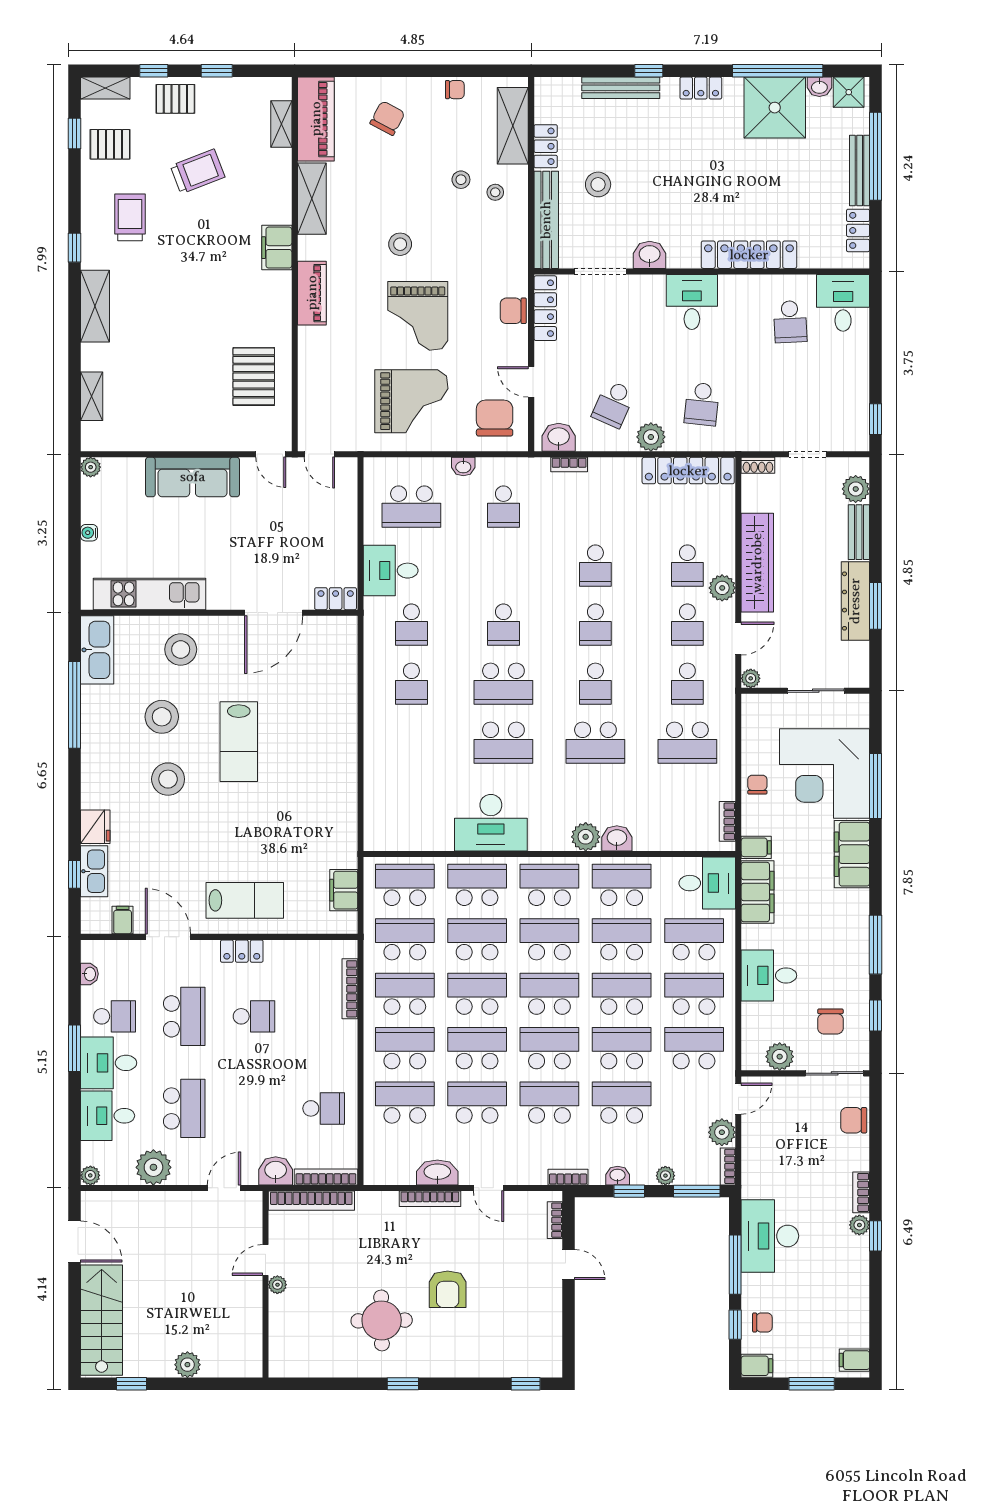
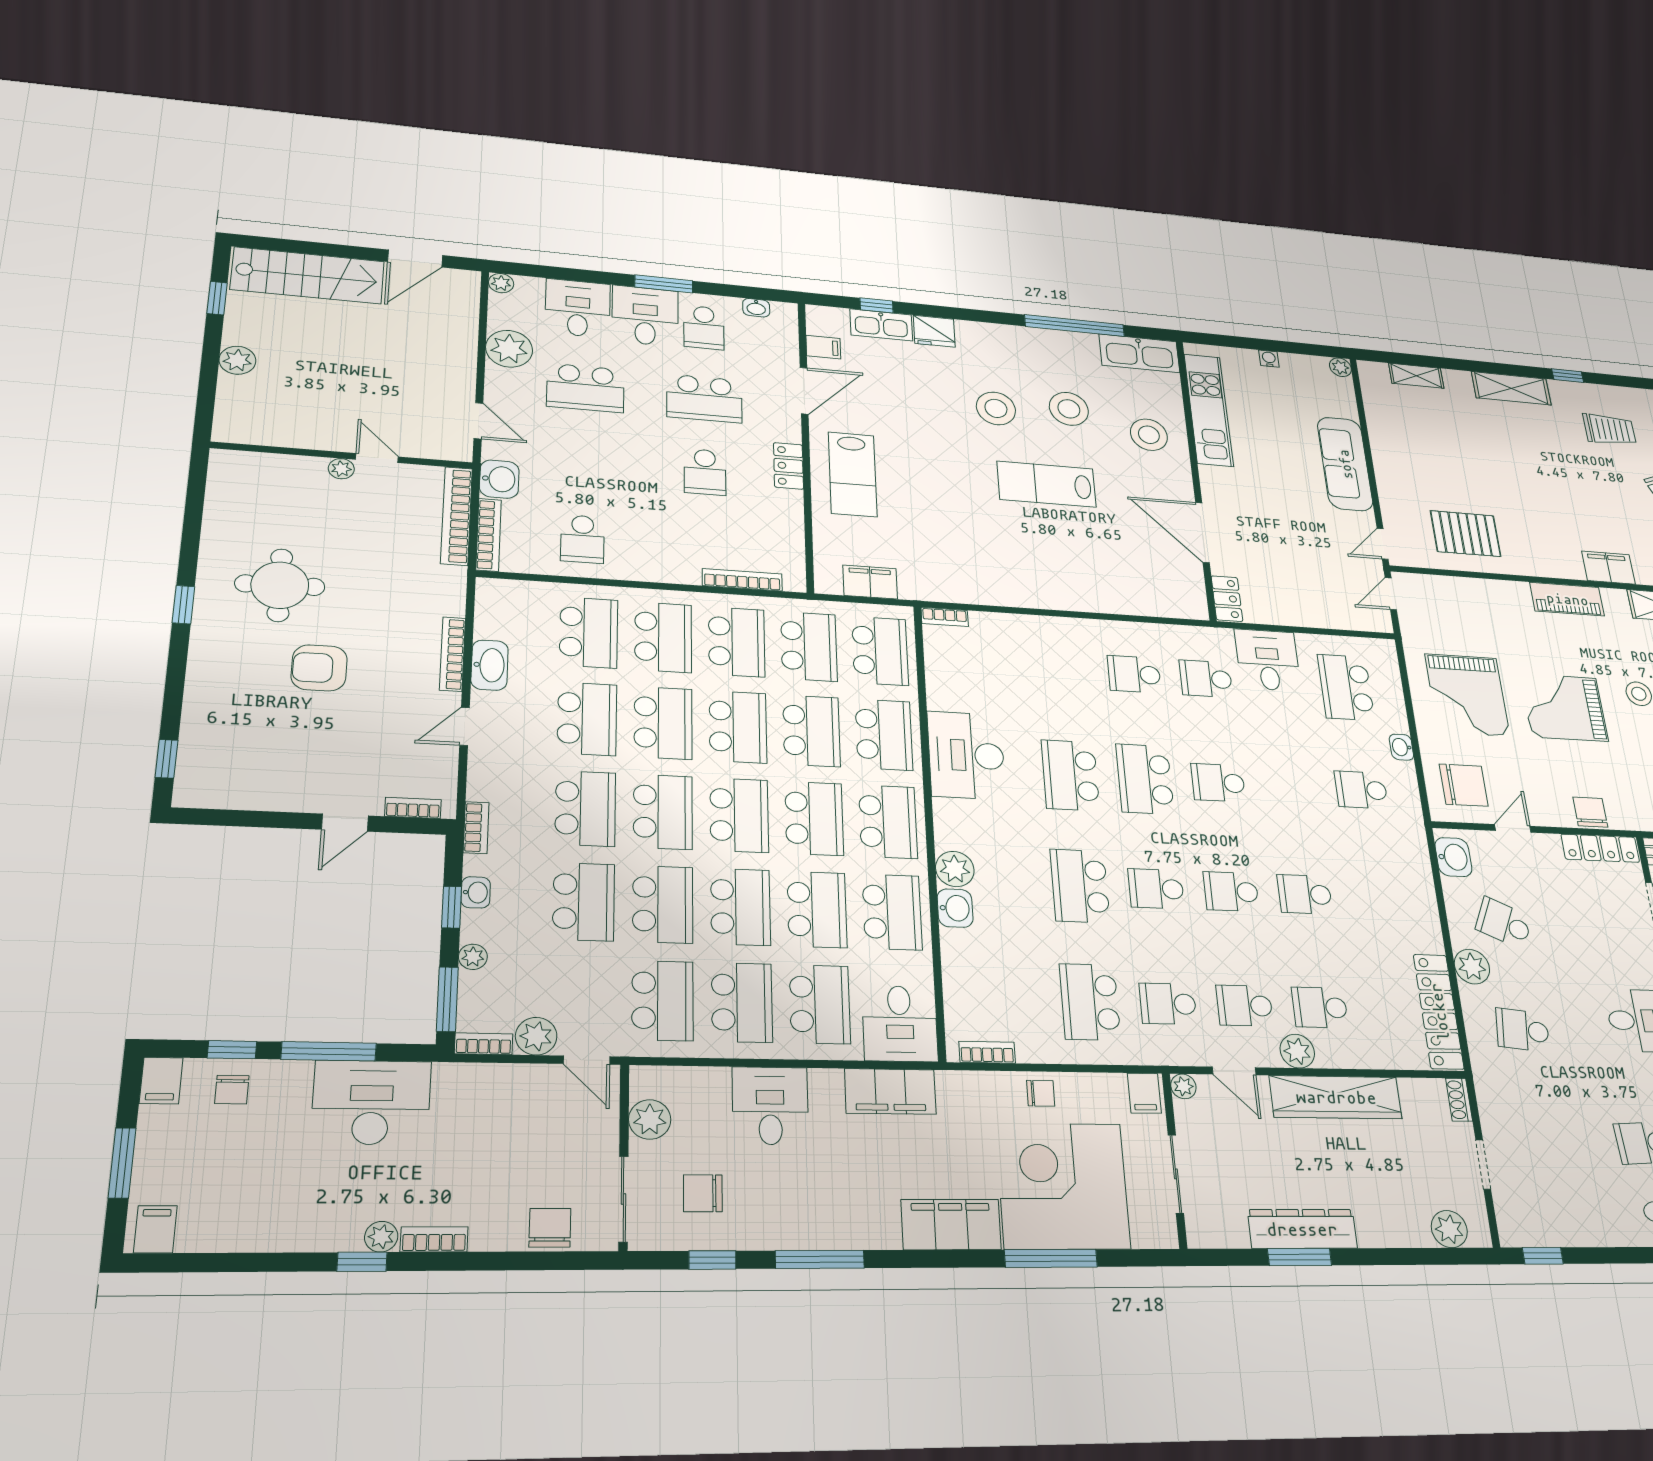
bookcase: (569, 464) -> (945, 617), moved, turned -90
bench: (859, 532) -> (1394, 1234), removed
filing cabinet: (756, 847) -> (1144, 1093), moved

